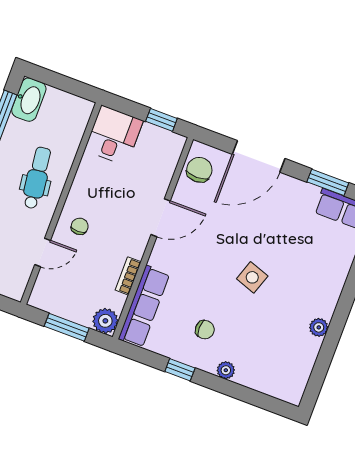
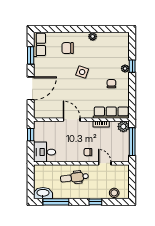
door: (259, 156) -> (31, 88), hinge flipped
chair: (199, 170) -> (68, 48), moved
window: (67, 327) -> (132, 142), width x1.44
window: (180, 370) -> (132, 66), moved

